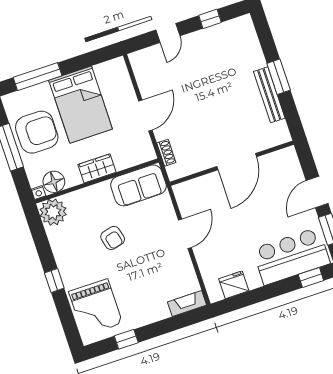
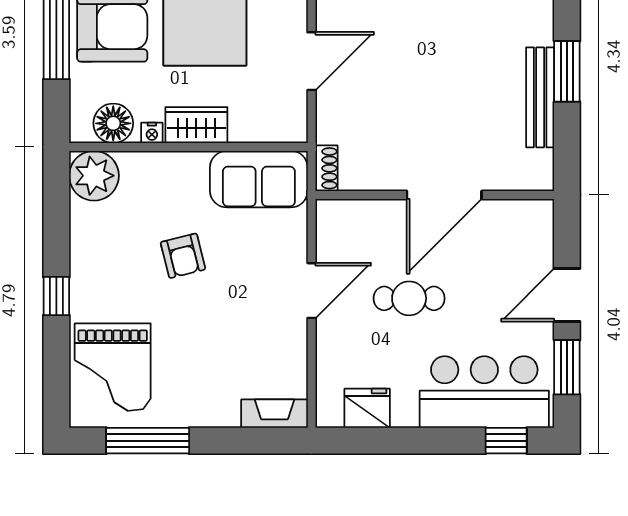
shoe rack: (166, 153) -> (327, 168), moved
nightstand: (38, 192) -> (152, 133), moved
cafe table: (236, 221) -> (409, 298), added
window: (126, 339) -> (148, 441), width x2.17

